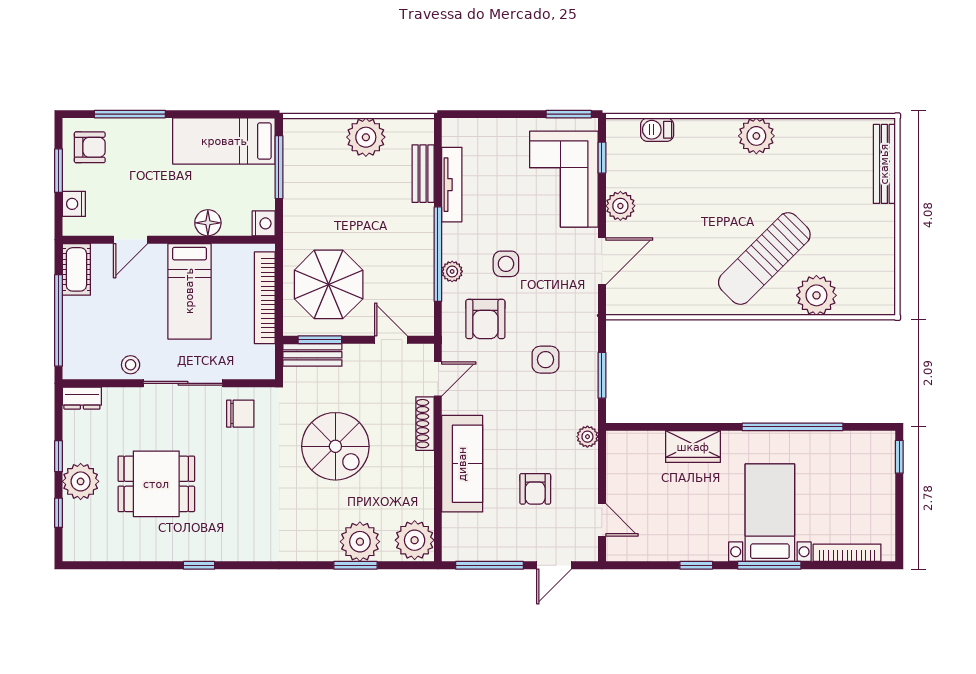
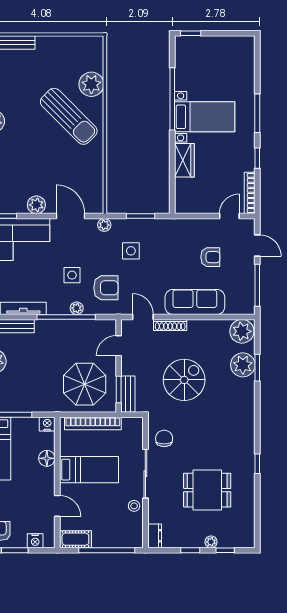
plant: (587, 437) -> (104, 225), moved
plant: (81, 481) -> (211, 542), width x0.53, depth x0.53
dining table: (156, 484) -> (207, 490), turned 90
bed with nightstands: (770, 513) -> (205, 117), moved, turned 180
bookcase: (847, 553) -> (250, 193), moved

